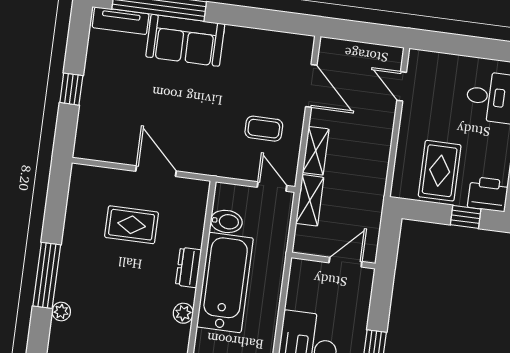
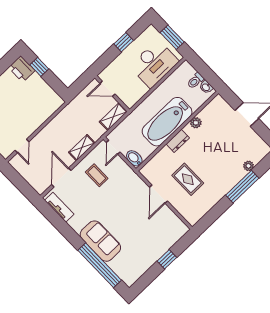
tv unit: (121, 21) -> (59, 207), moved
rug: (440, 171) -> (35, 96), removed
shelving: (310, 200) -> (113, 117), moved
bidet: (226, 221) -> (134, 158), moved

